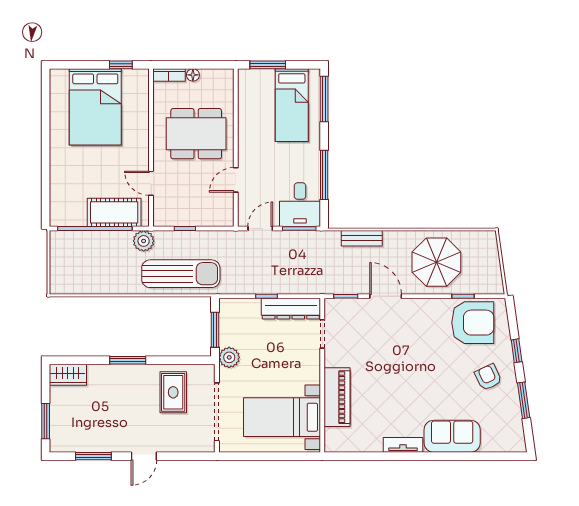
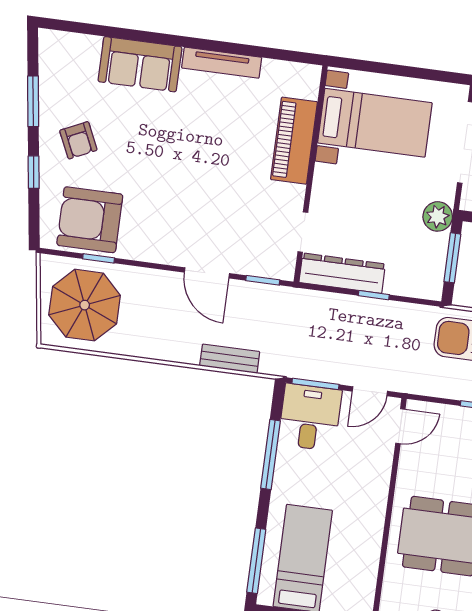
door: (236, 180) -> (400, 426), moved
parasol: (436, 262) -> (85, 305), moved
tv unit: (403, 445) -> (222, 63), width x1.41

